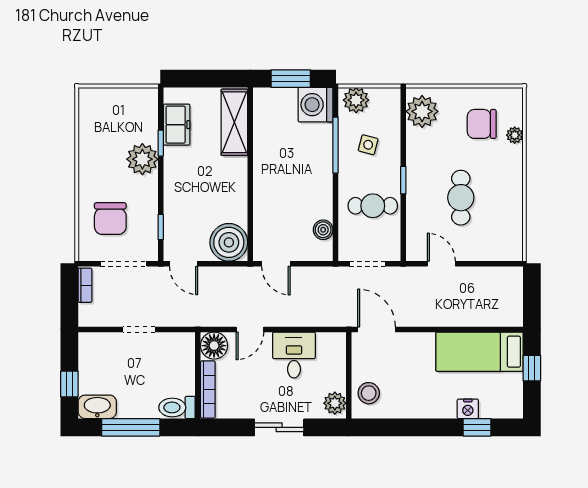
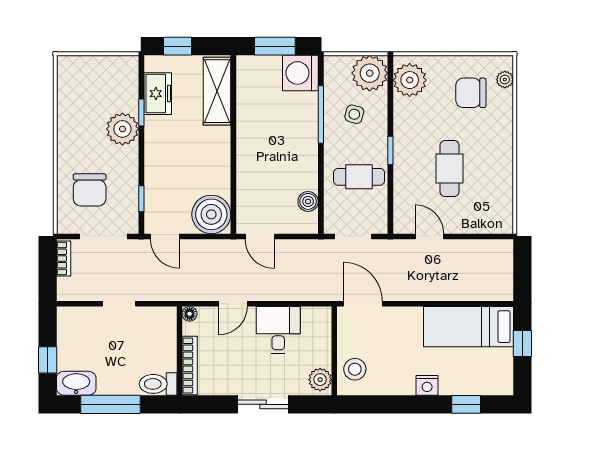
window: (196, 79) -> (178, 46), added
plant: (356, 100) -> (370, 73), moved, width x1.36, depth x1.36
plant: (515, 135) -> (505, 80), moved
floor lamp: (214, 346) -> (190, 314), width x0.53, depth x0.53
nightstand: (468, 409) -> (427, 385), moved

